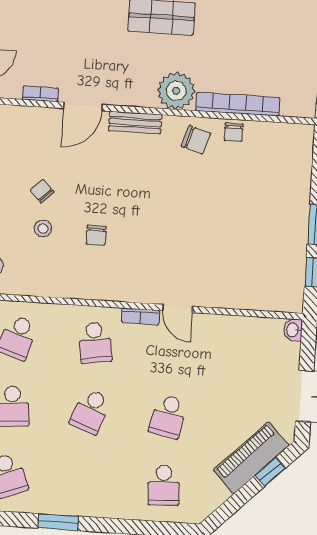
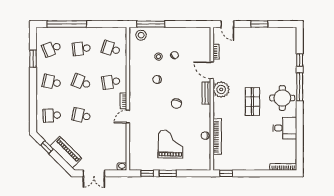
plant: (176, 91) -> (221, 89), moved
chair: (196, 140) -> (176, 104), moved
grand piano: (248, 214) -> (171, 144), added
window: (270, 472) -> (47, 147), moved
school desk: (86, 480) -> (52, 82), added
window: (58, 522) -> (33, 59), moved

